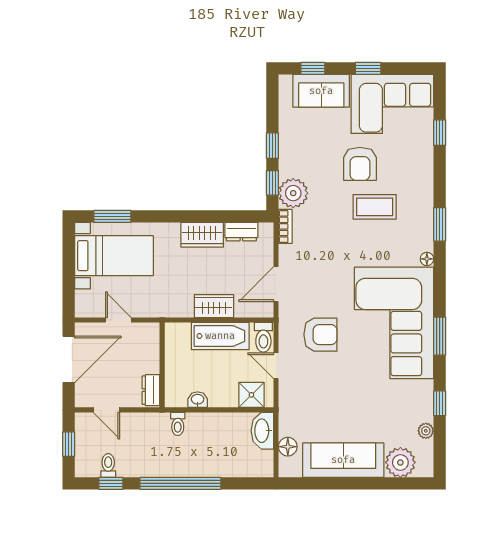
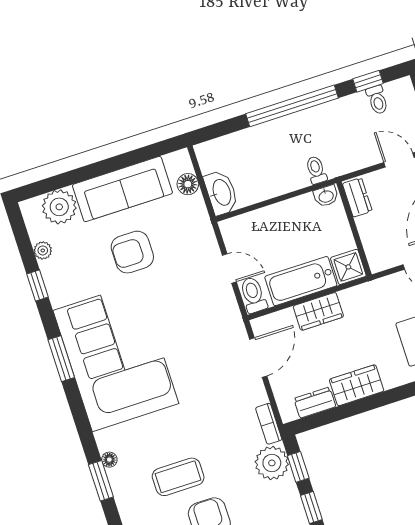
floor lamp: (427, 259) -> (109, 460), moved
armchair: (320, 335) -> (132, 252), moved
shower: (251, 395) -> (348, 267), moved
washbasin: (198, 400) -> (326, 196), moved

